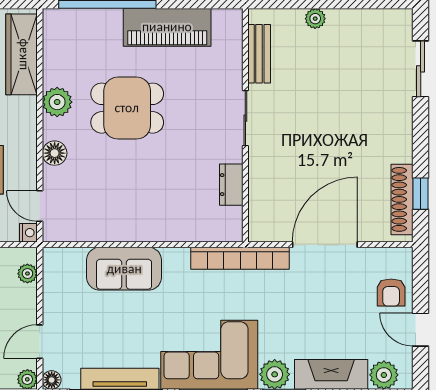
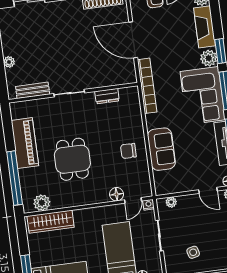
plant: (57, 102) -> (42, 203), moved
floor lamp: (55, 153) -> (117, 194), moved
chair: (129, 210) -> (128, 151), added

